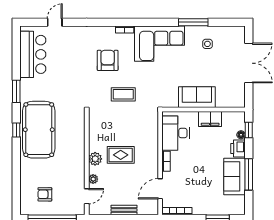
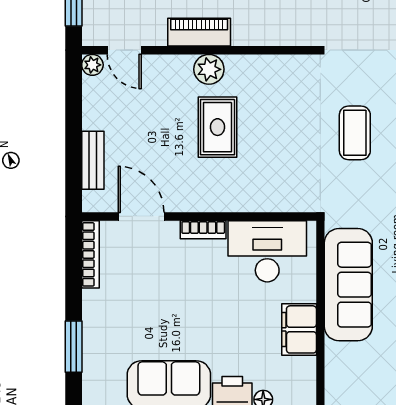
sofa: (197, 97) -> (348, 285), width x1.36
piano: (79, 163) -> (199, 32), added
plant: (93, 179) -> (92, 65), moved
bench: (124, 210) -> (93, 160), moved

